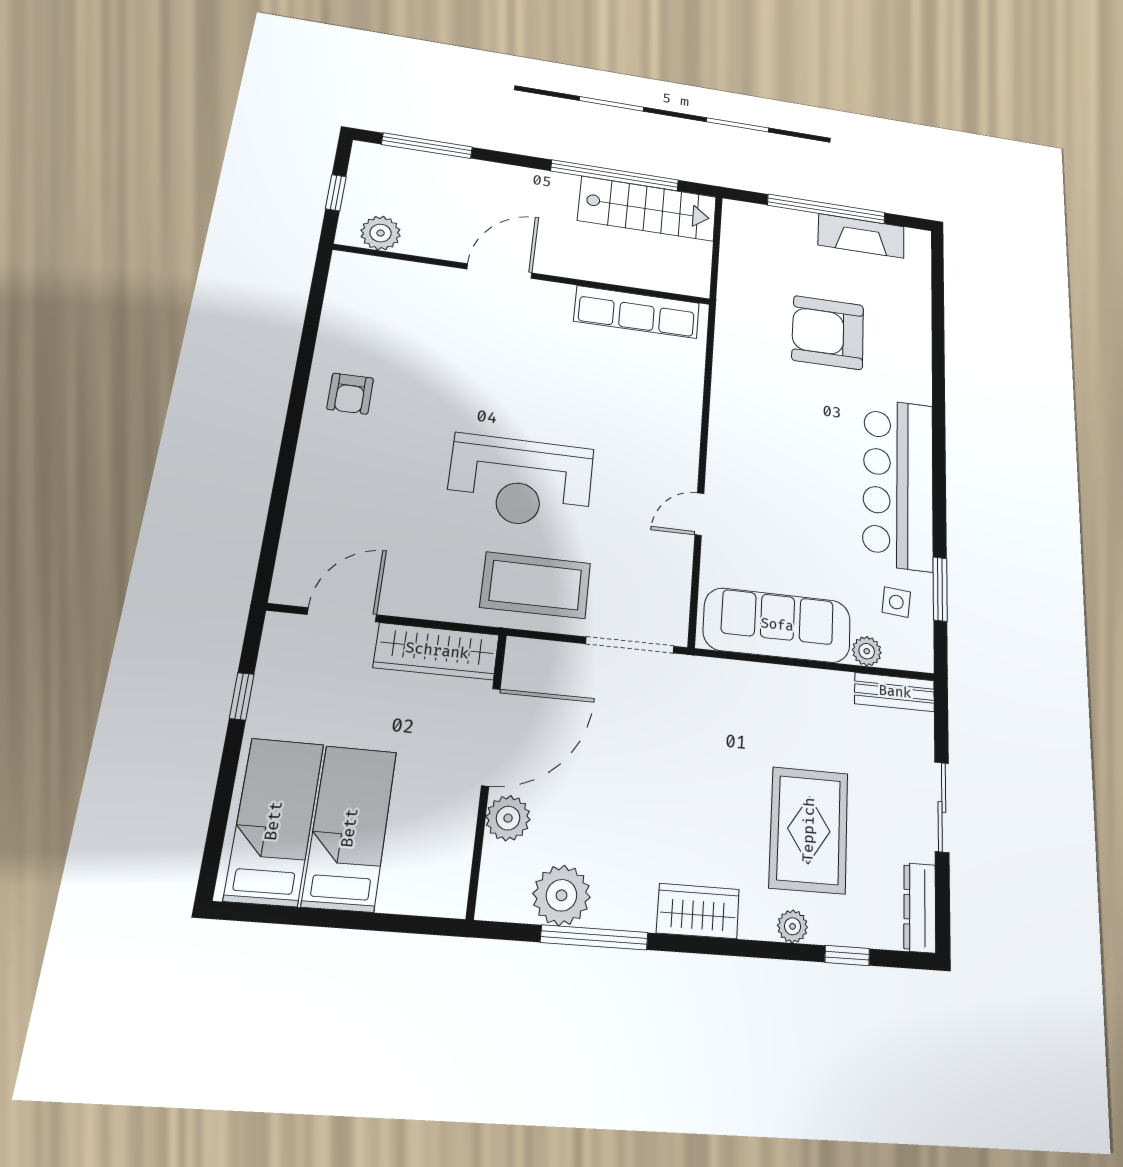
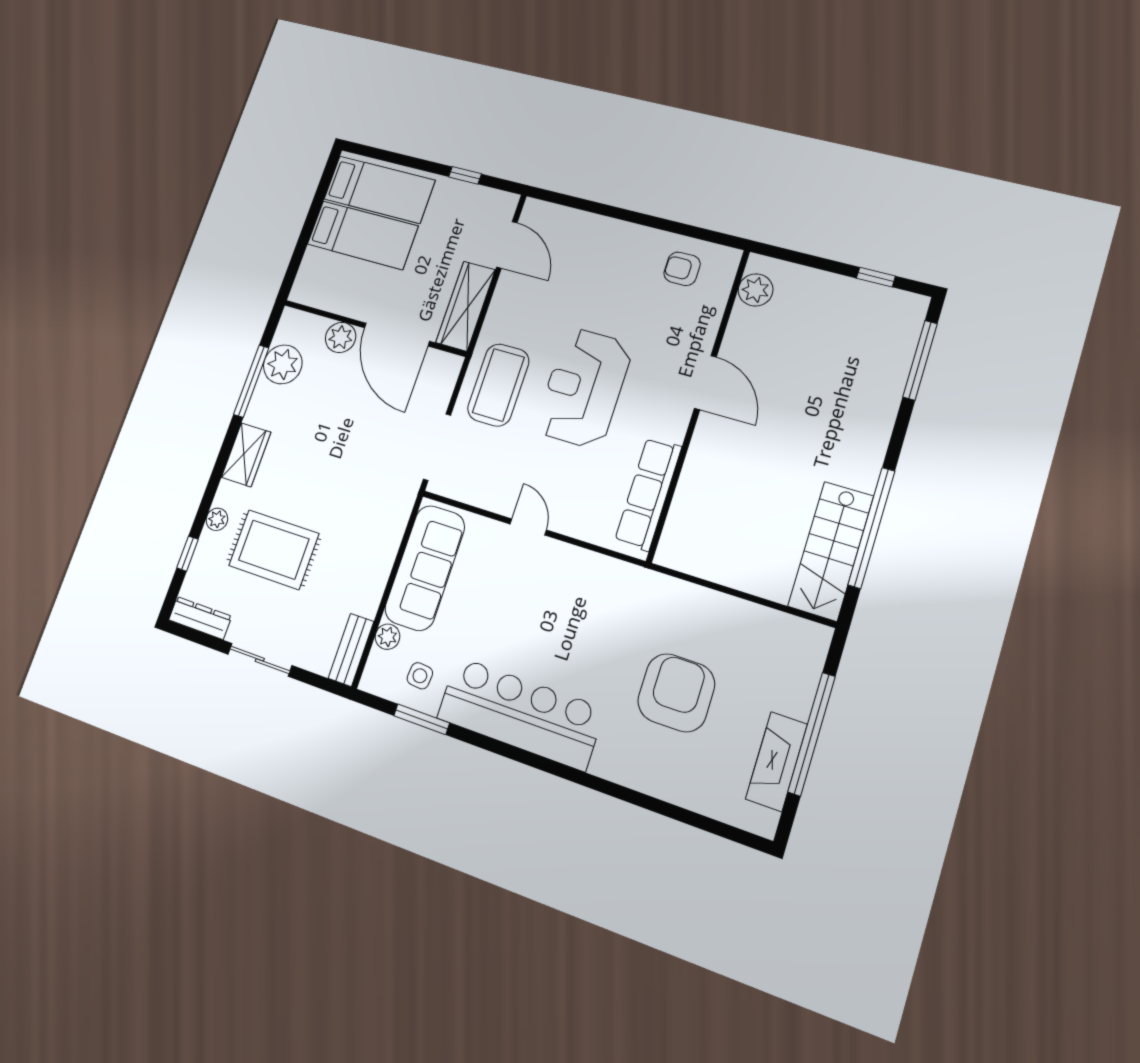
plant: (381, 233) -> (756, 290), moved
door: (500, 271) -> (705, 383), moved
wall: (525, 275) -> (699, 404), moved
row of seats: (637, 312) -> (648, 494), moved

